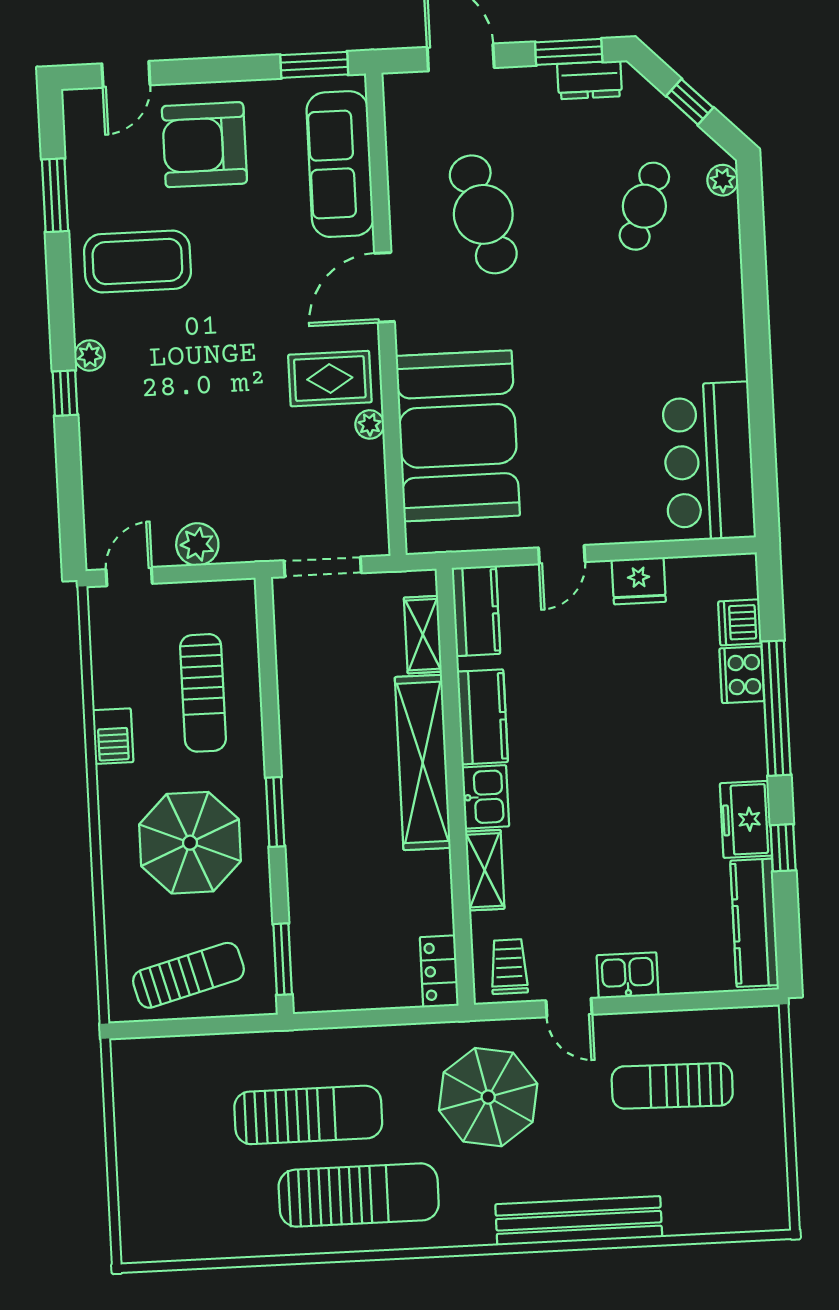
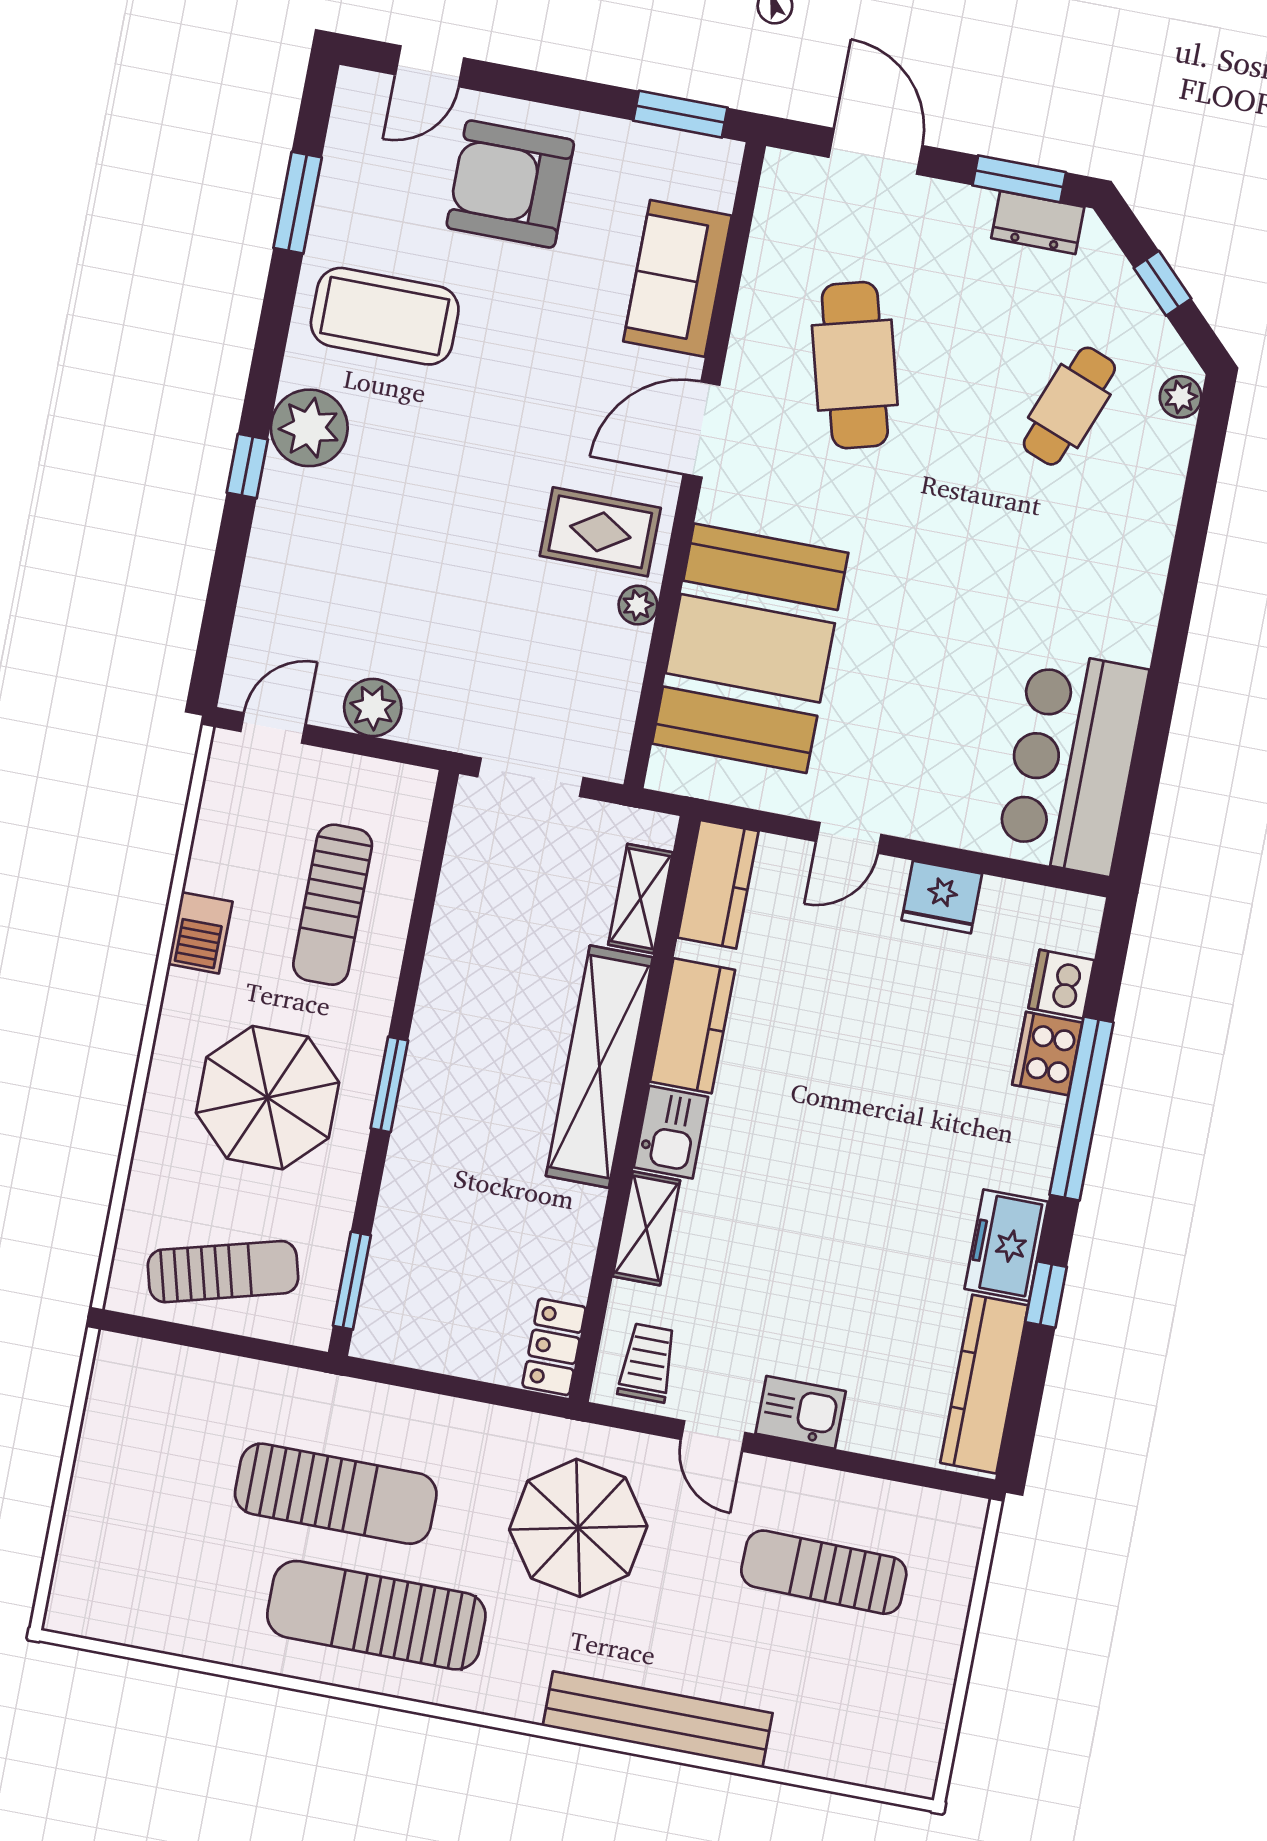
sofa: (340, 164) -> (678, 278), width x0.73
plant: (90, 356) -> (309, 428), width x1.88, depth x1.88
sun lounger: (359, 1195) -> (376, 1615), turned 180

